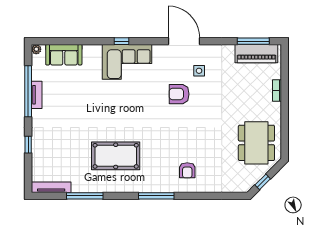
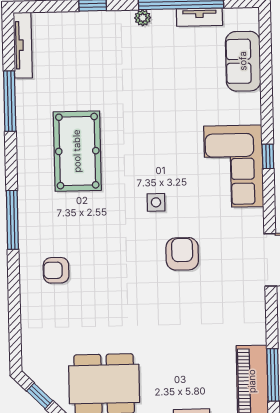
plant: (36, 49) -> (143, 18), moved
side table: (199, 71) -> (156, 202), moved
tv unit: (37, 95) -> (199, 17), moved

